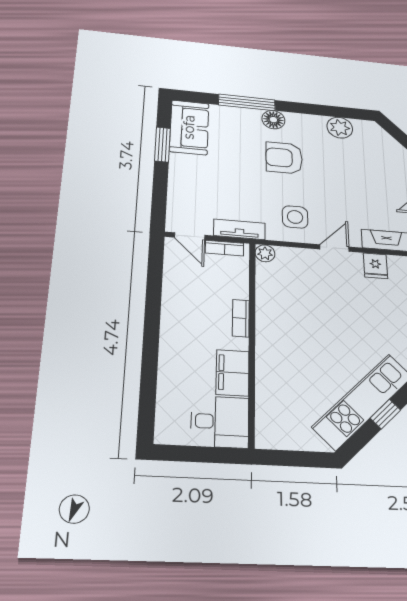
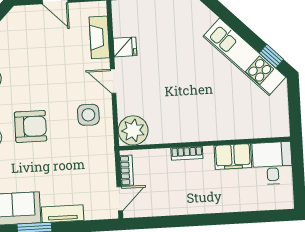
armchair: (284, 158) -> (31, 126), turned -90
tv unit: (239, 229) -> (63, 214), moved, turned 90
plant: (265, 253) -> (133, 130), width x1.87, depth x1.87
window: (385, 414) -> (271, 56), moved

